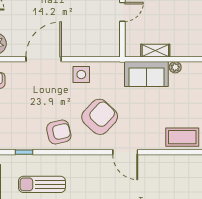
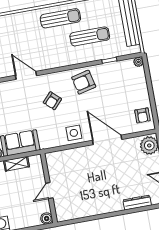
door: (44, 59) -> (107, 140), swing flipped
armchair: (100, 117) -> (52, 101), width x0.53, depth x0.53

